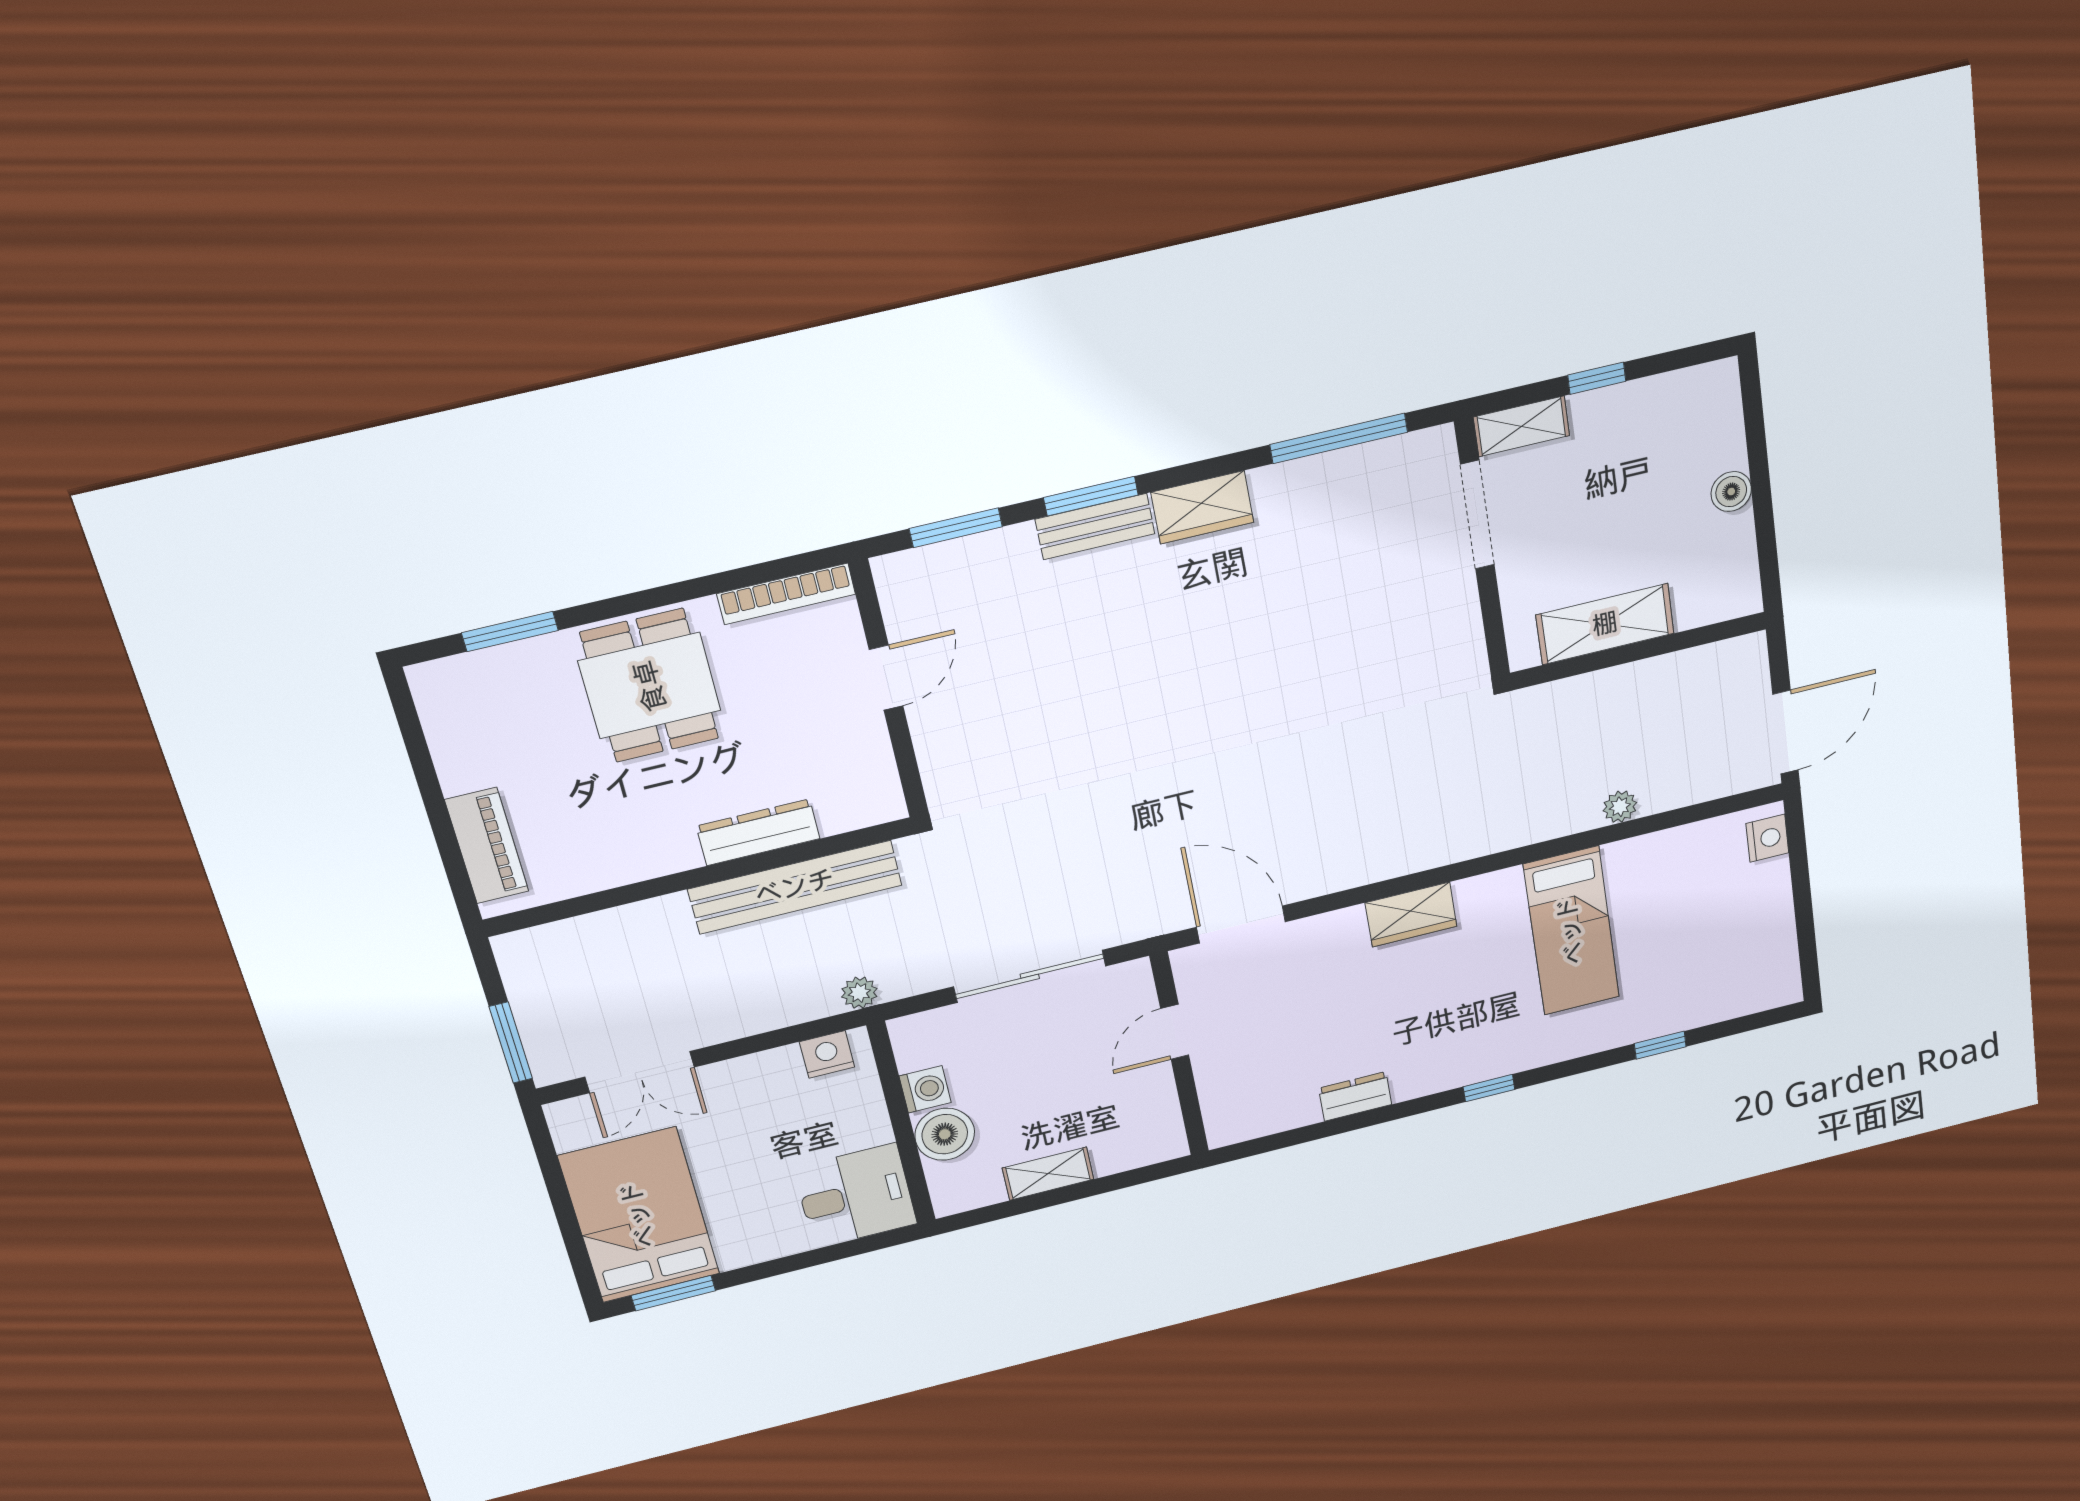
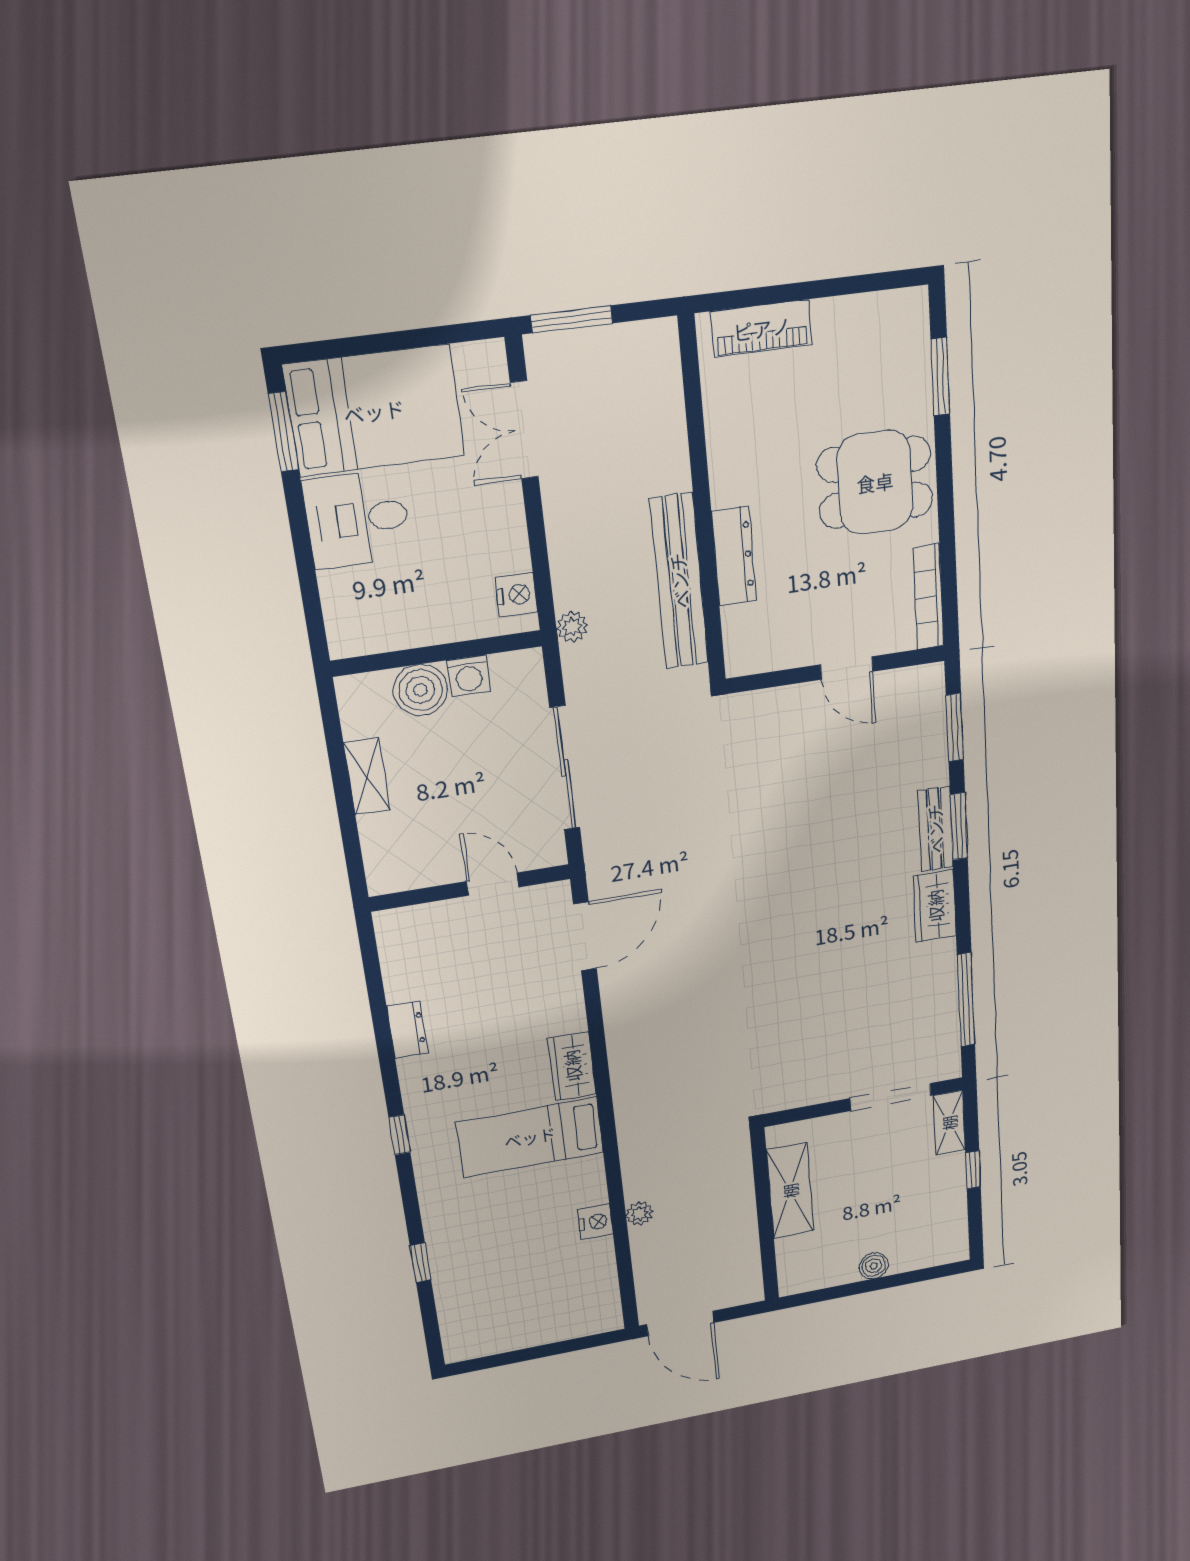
nightstand: (1767, 838) -> (595, 1222), moved, turned -90
bed: (1571, 931) -> (530, 1137), moved
desk: (855, 1196) -> (357, 519), moved, turned 90

